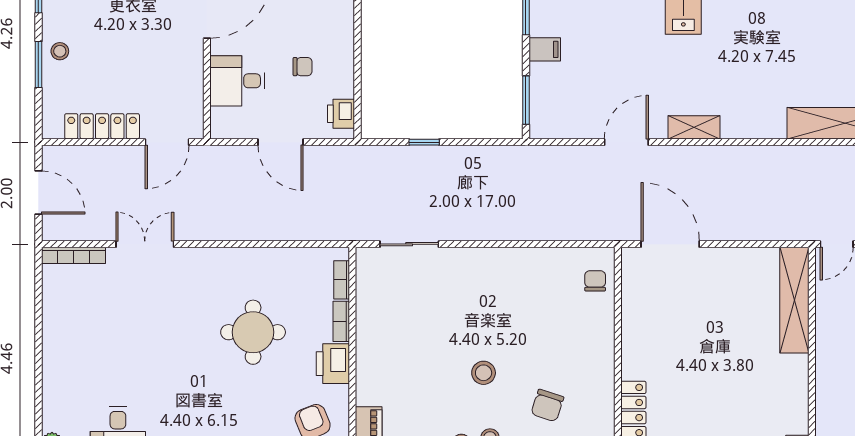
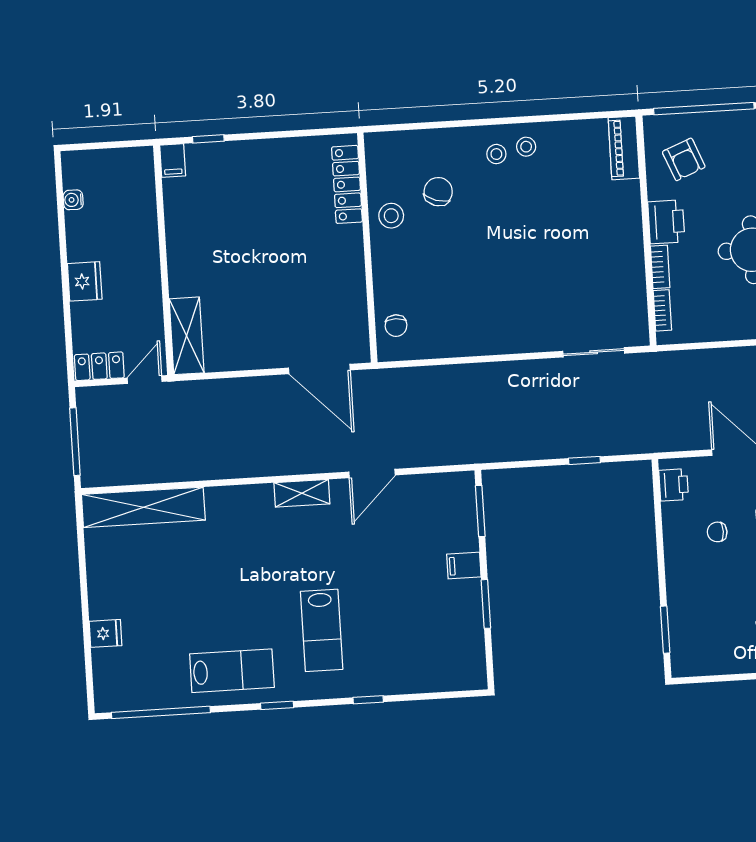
shelving: (794, 300) -> (187, 336), width x0.68
stool: (484, 373) -> (391, 216), moved

